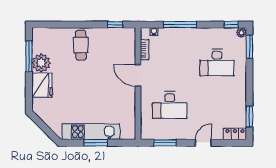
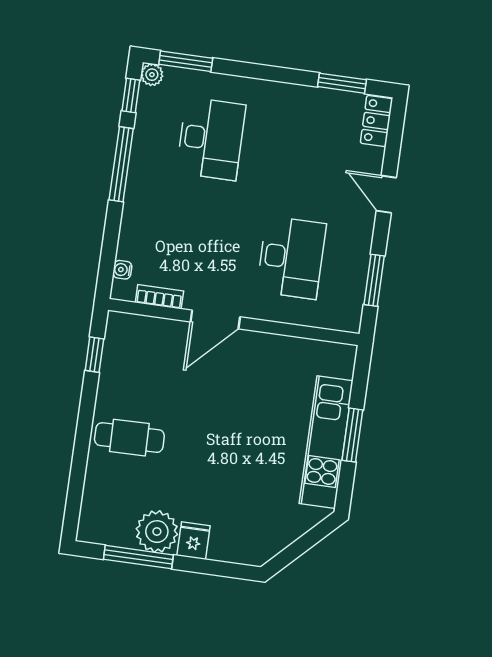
window: (180, 25) -> (121, 164), moved
fridge: (42, 85) -> (194, 541), width x0.53, depth x0.75

